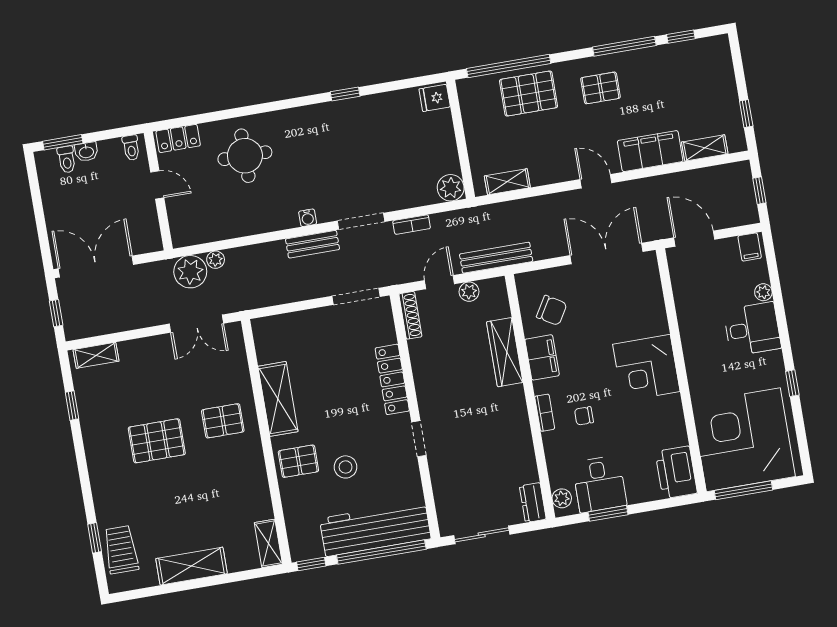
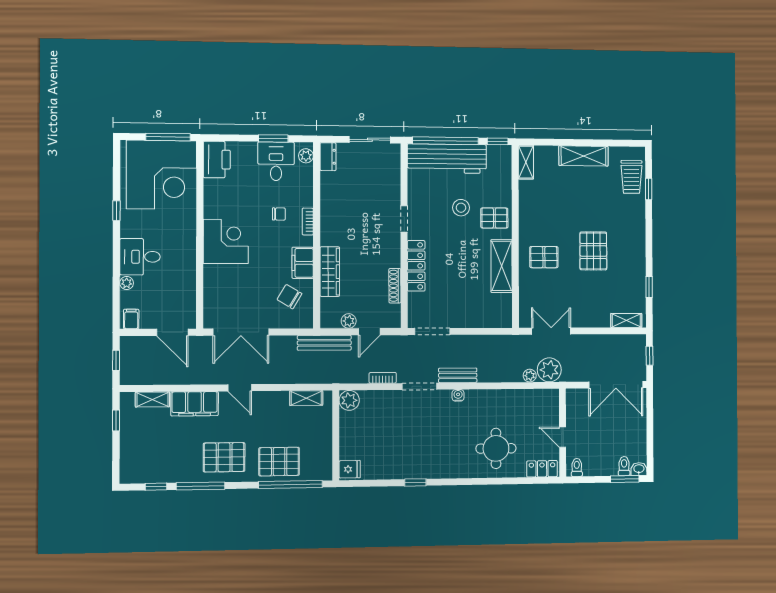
pallet: (600, 88) -> (224, 457), width x1.50, depth x1.42
washbasin: (86, 152) -> (639, 469), moved
shoe rack: (410, 315) -> (395, 286), moved
pallet: (157, 441) -> (593, 251), turned 90

